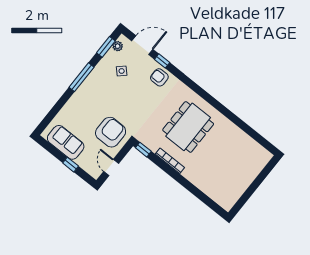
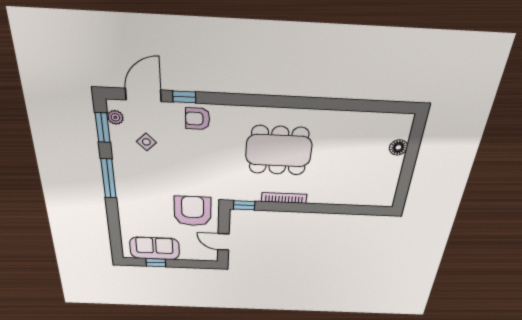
dining table: (188, 127) -> (279, 151), turned 90
window: (71, 165) -> (156, 263), moved
floor lamp: (254, 171) -> (398, 147), added

